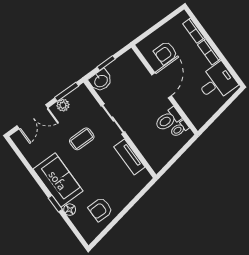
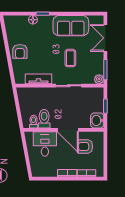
armchair: (166, 53) -> (86, 147), turned -90
washbasin: (101, 81) -> (97, 120), moved
desk: (217, 82) -> (45, 144), moved, turned 180
plant: (63, 105) -> (99, 79), moved
sofa: (58, 180) -> (71, 26), moved
armchair: (100, 209) -> (20, 51), moved, turned 180

